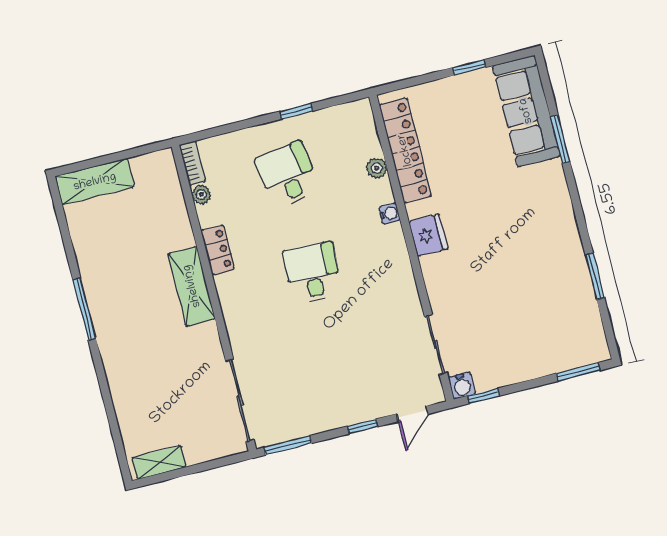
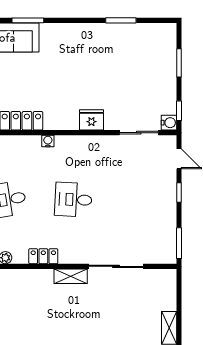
plant: (377, 168) -> (17, 142), removed
fridge: (428, 235) -> (91, 120), moved
shelving: (192, 286) -> (71, 276), width x0.67, depth x0.75
window: (578, 372) -> (179, 63), moved
sliding door: (240, 400) -> (116, 266), moved

